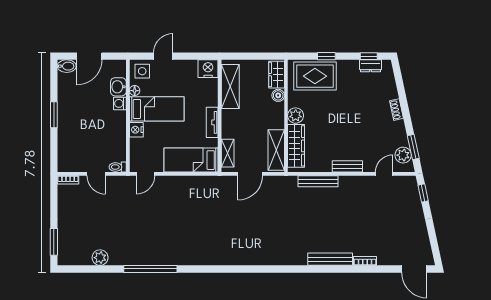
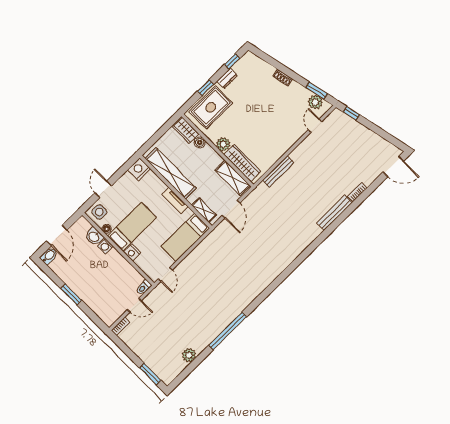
dresser: (371, 66) -> (227, 78), moved
shelving: (230, 87) -> (171, 173), width x1.47
bench: (347, 166) -> (287, 144), removed

